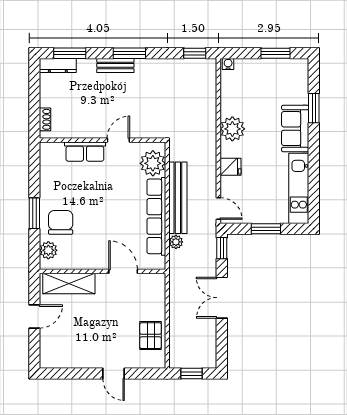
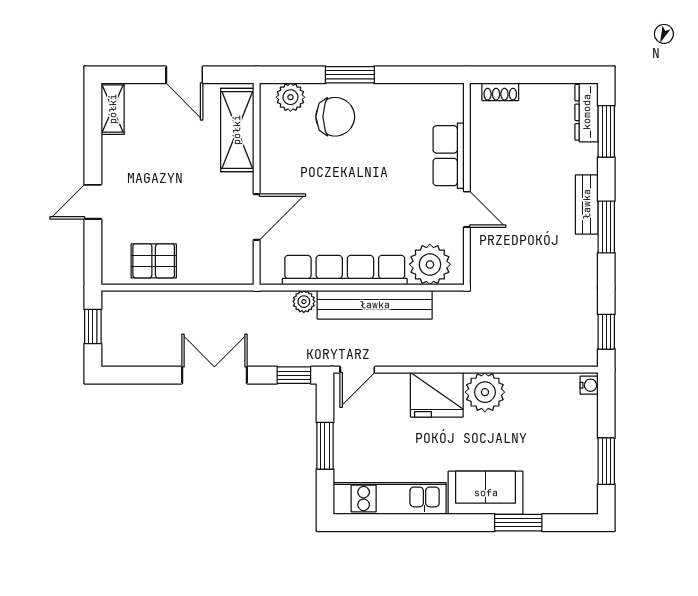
fridge: (230, 167) -> (437, 395), width x1.88, depth x1.34
shelving: (56, 361) -> (113, 109), added

